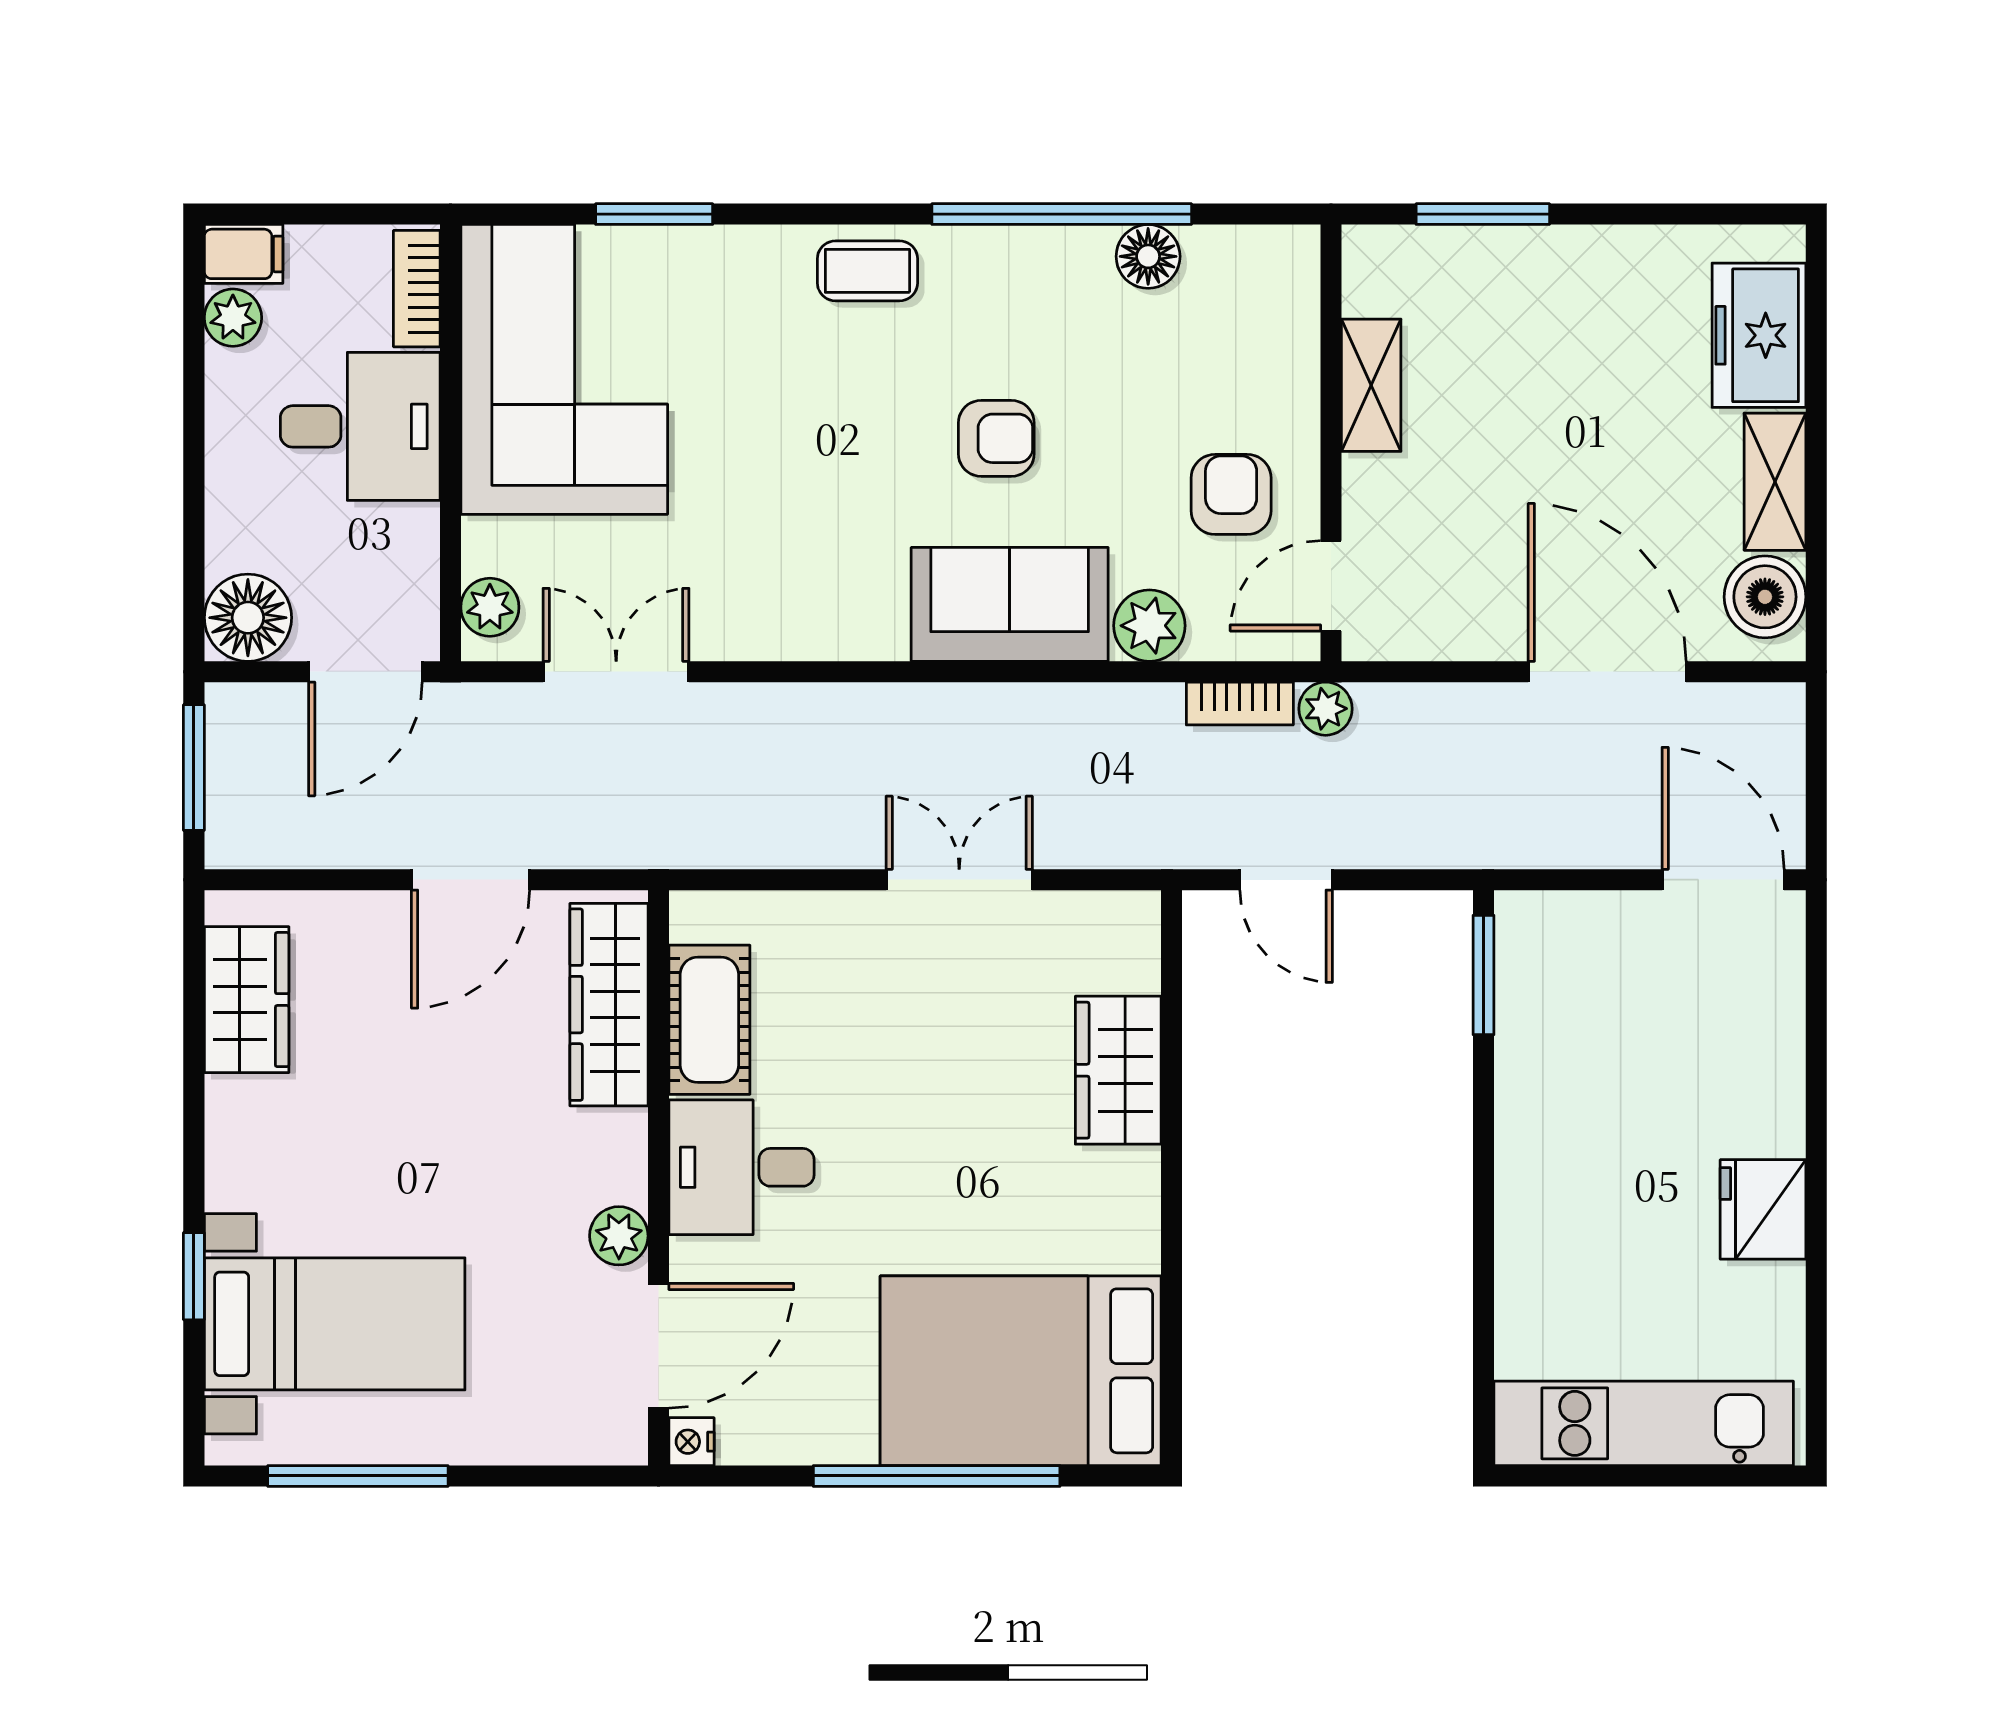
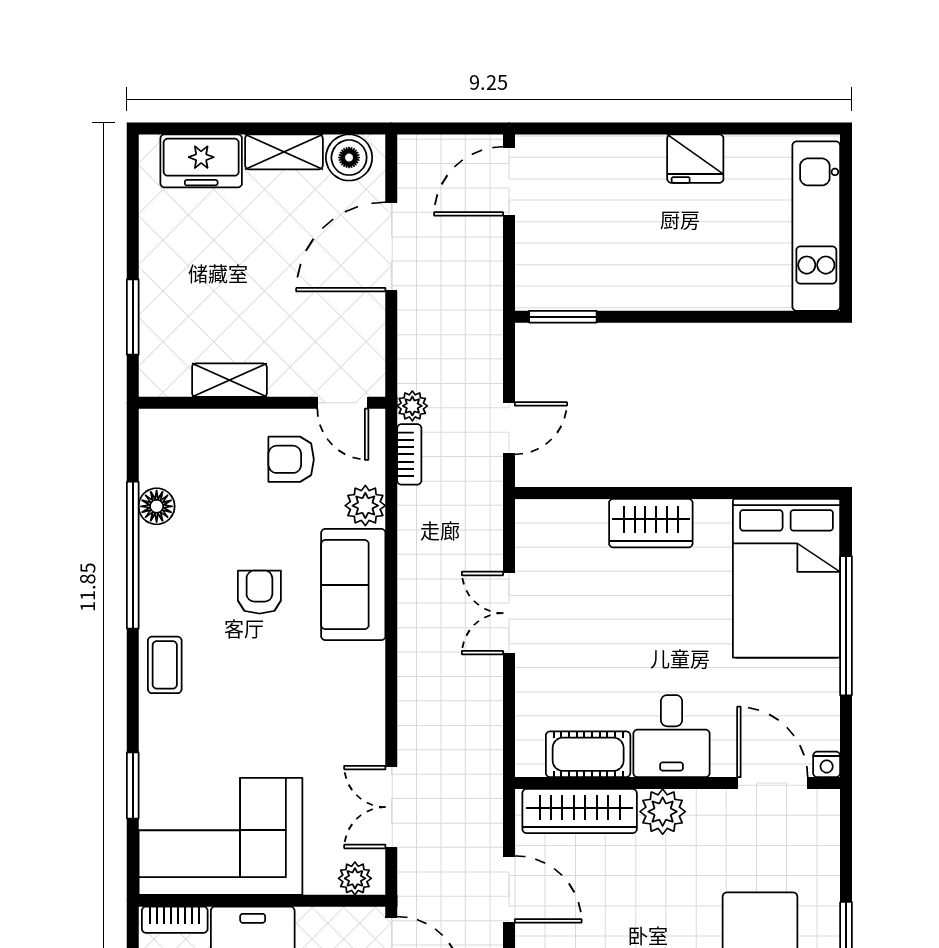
wardrobe: (1118, 1070) -> (651, 523), moved
plant: (619, 1236) -> (663, 812), moved, width x1.38, depth x1.38

